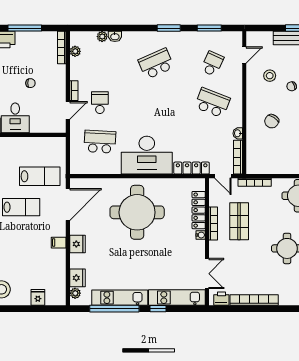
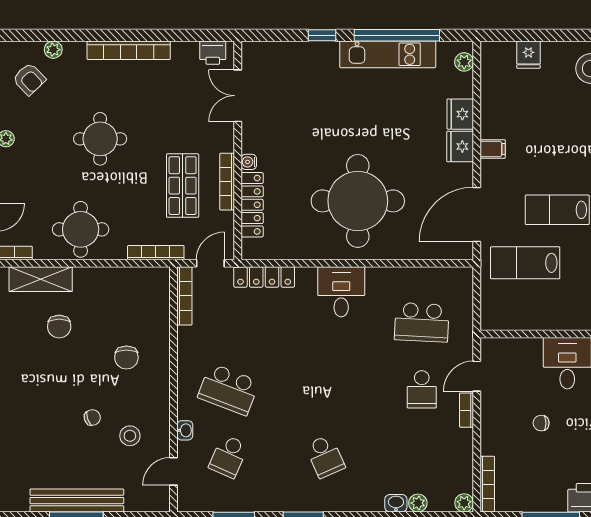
plant: (75, 51) -> (464, 503), moved
school desk: (156, 64) -> (325, 456), width x0.54
chair: (272, 121) -> (126, 357), turned 147
washbasin: (238, 133) -> (185, 430), moved
desk: (147, 155) -> (341, 292), width x0.53, depth x0.77
door: (223, 176) -> (210, 263), hinge flipped
fridge: (77, 278) -> (460, 114), moved
kitchen unit: (177, 298) -> (290, 54), removed
bookcase: (254, 300) -> (129, 50), moved

